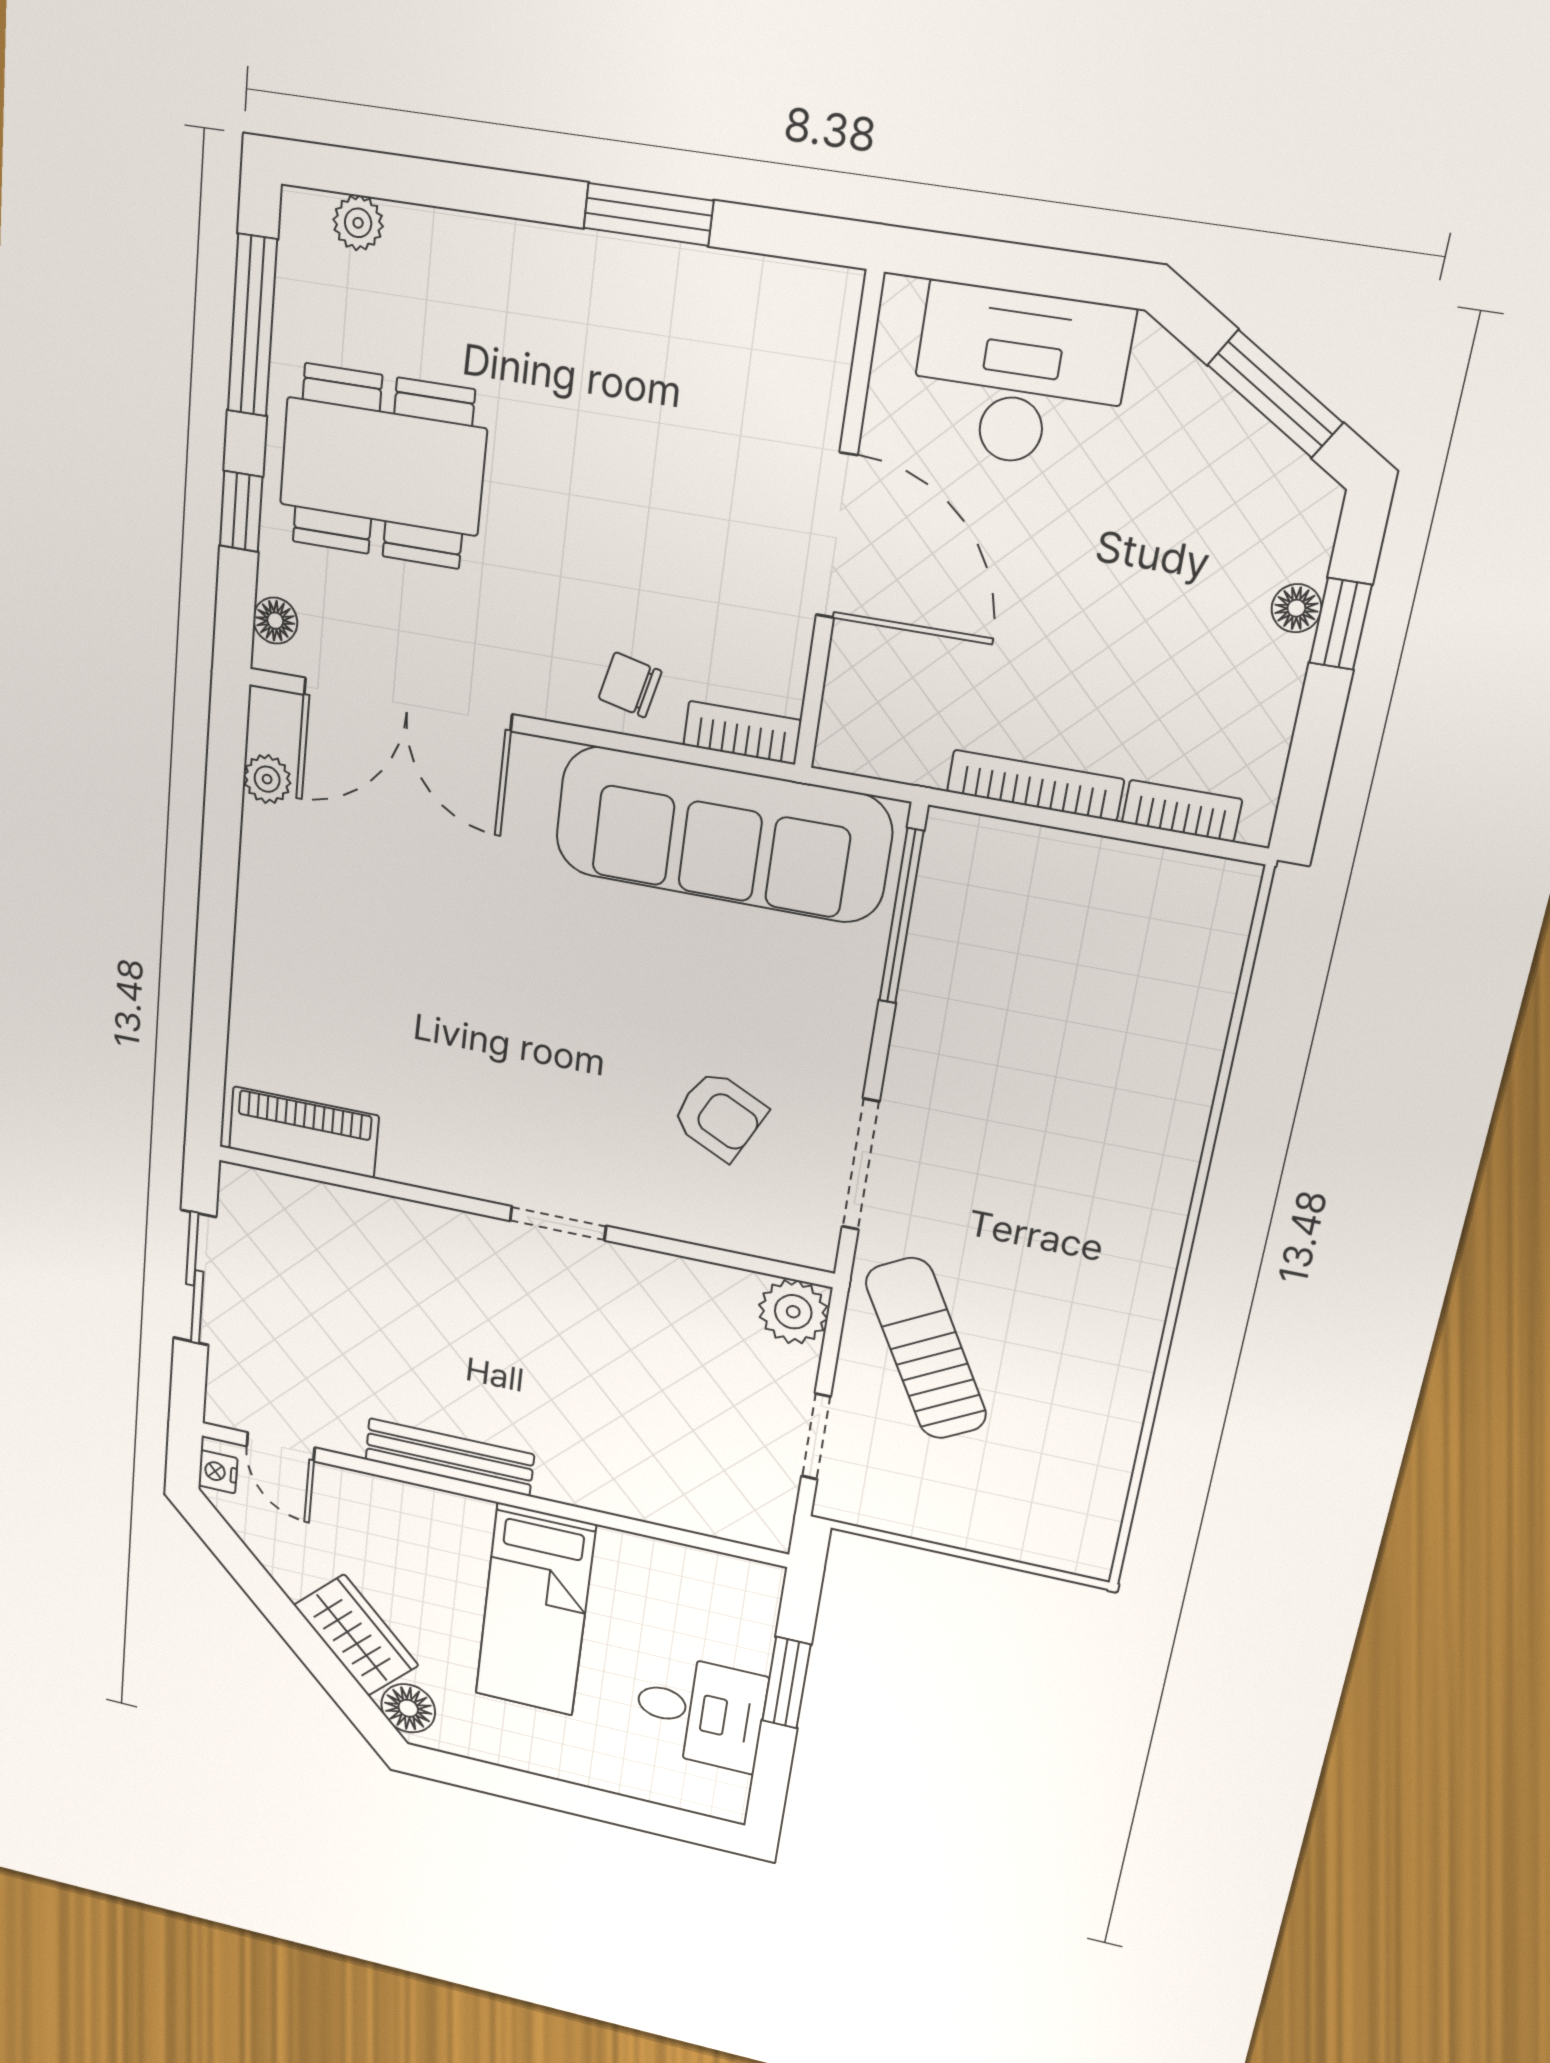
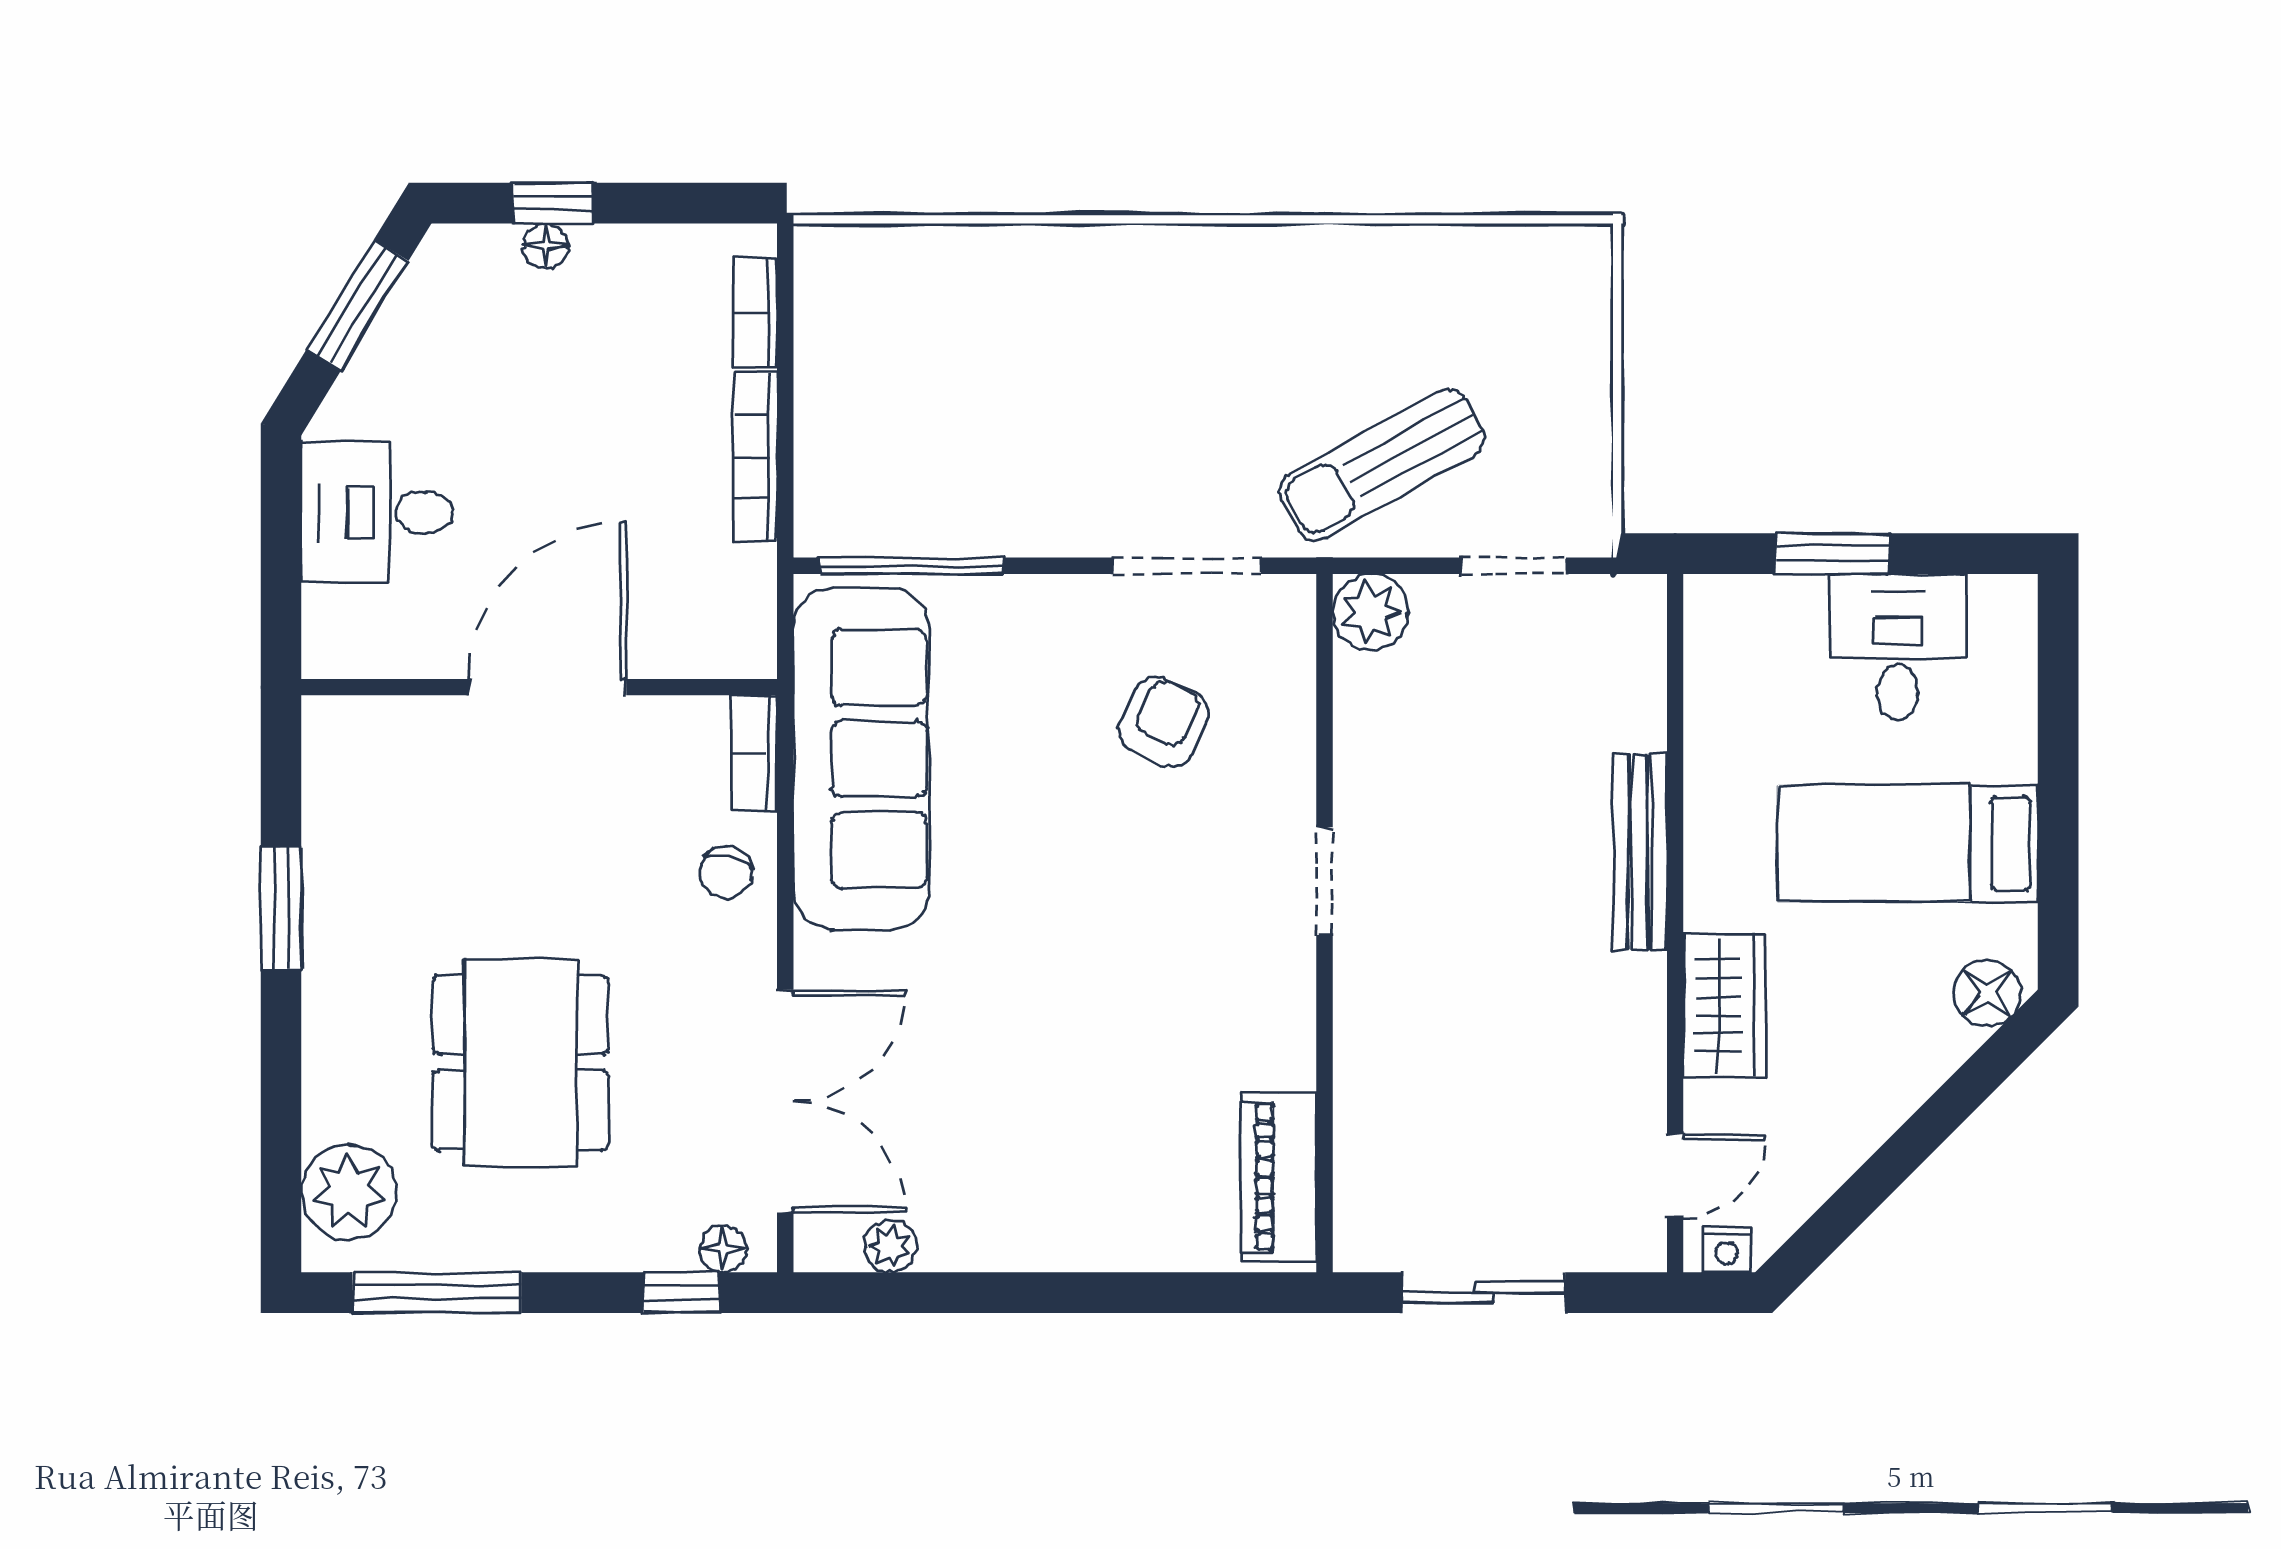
plant: (358, 223) -> (349, 1192), width x1.88, depth x1.88
desk: (1019, 378) -> (377, 512), width x0.73
dining table: (383, 467) -> (520, 1062), moved
window: (241, 511) -> (681, 1293), moved
bench: (449, 1457) -> (1640, 852), moved
bed: (535, 1610) -> (1908, 843), moved, turned 180
wardrobe: (356, 1635) -> (1725, 1006), moved, turned 135

